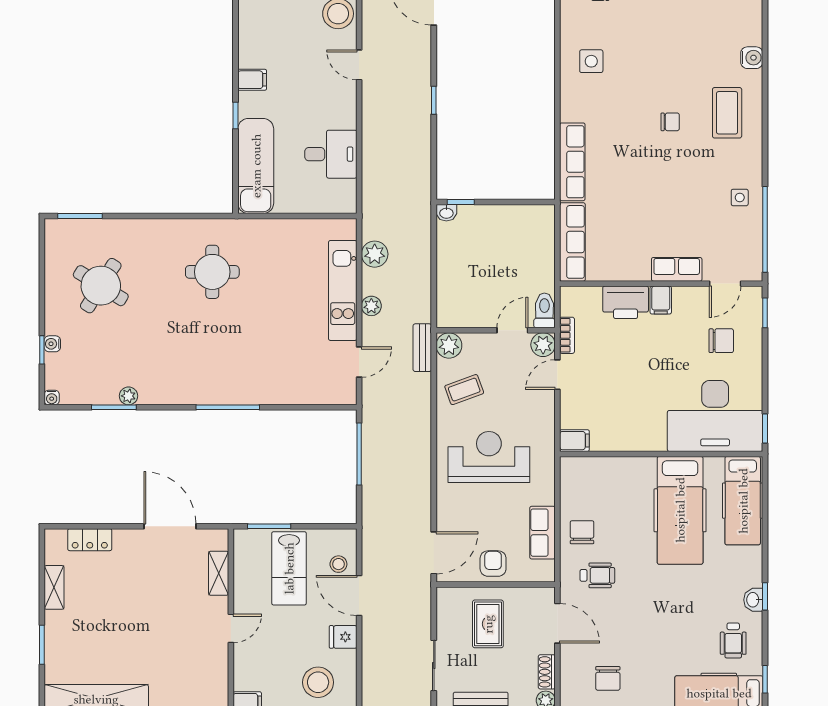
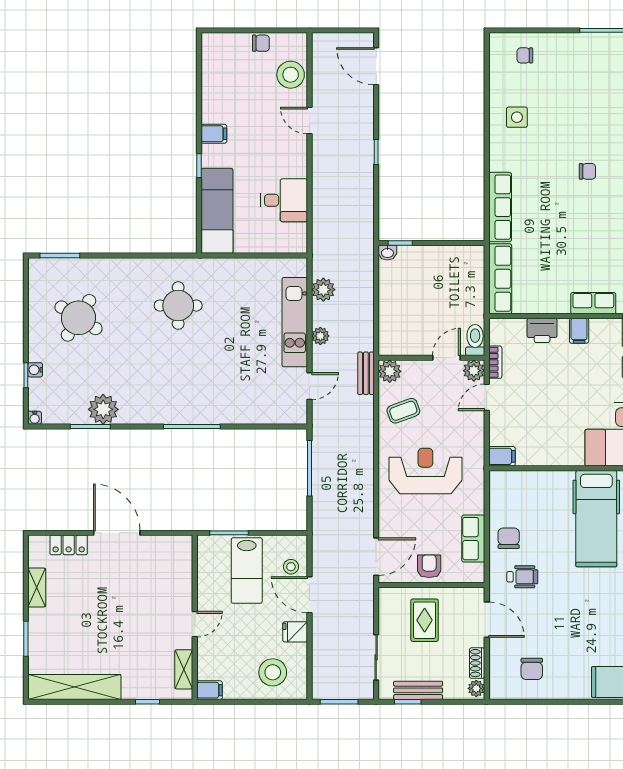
printer: (626, 302) -> (542, 330), width x0.73, depth x0.84
plant: (128, 396) -> (103, 409), width x1.88, depth x1.88
door: (170, 526) -> (117, 533), moved
shelving: (219, 573) -> (184, 669), moved

